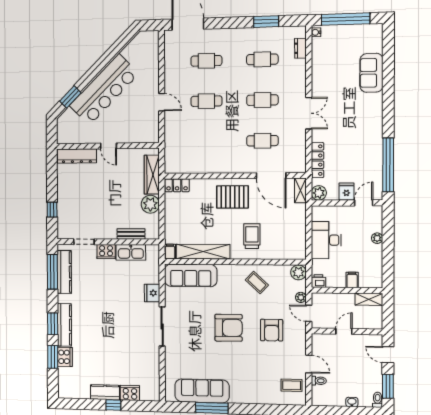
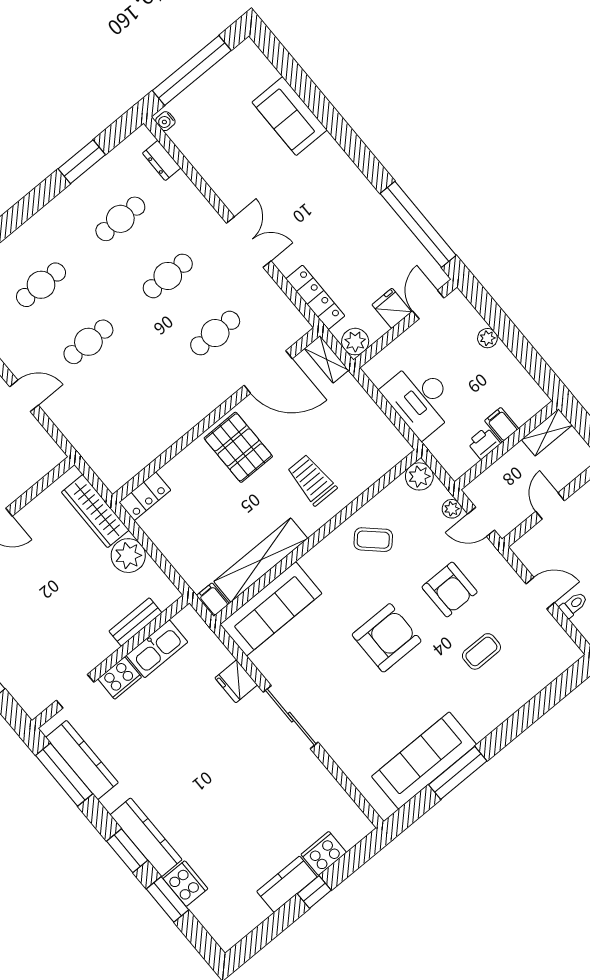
pallet: (232, 197) -> (238, 447), turned 90
printer: (318, 281) -> (484, 443), moved
coffee table: (292, 385) -> (481, 651), moved

